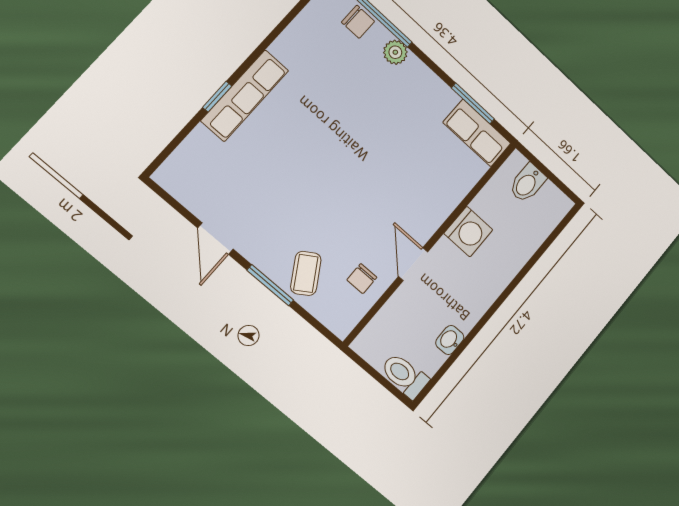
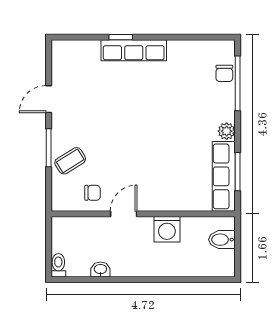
plant: (395, 52) -> (227, 131), moved
row of seats: (477, 133) -> (224, 176), width x1.48
chair: (362, 279) -> (93, 193), turned 180
toilet: (405, 376) -> (58, 265), width x0.73, depth x0.72

